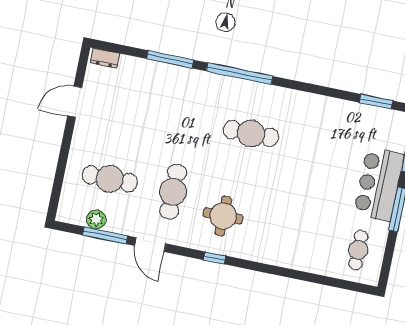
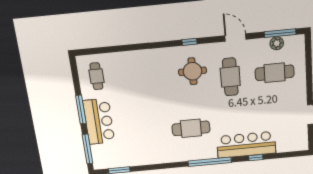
dresser: (105, 58) -> (297, 146), removed
window: (170, 59) -> (256, 158), width x0.46
bar counter: (179, 84) -> (246, 145), added
window: (105, 235) -> (280, 33), moved

